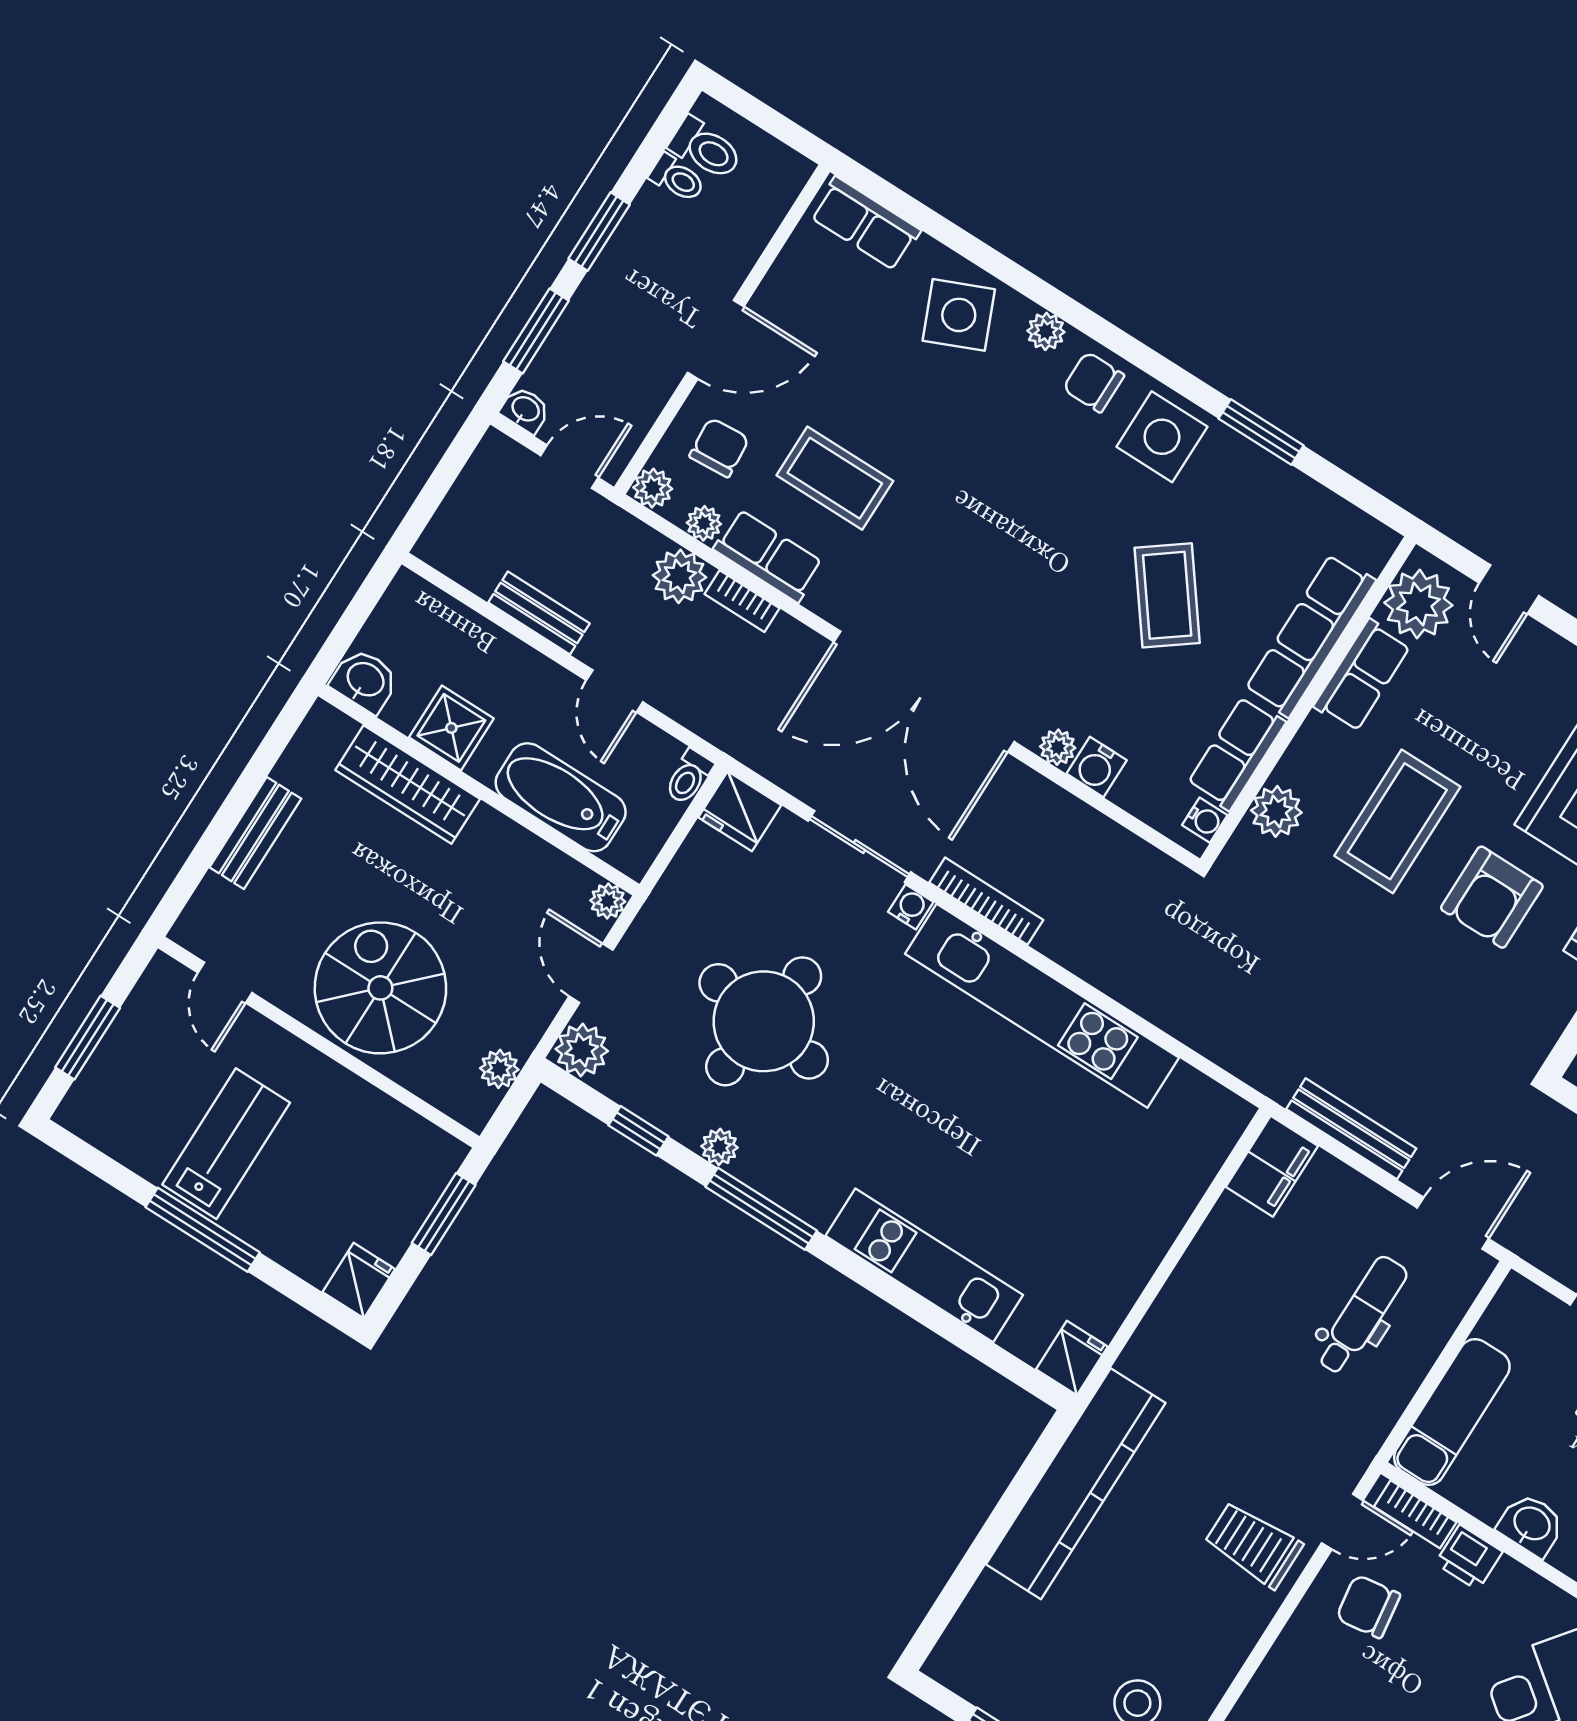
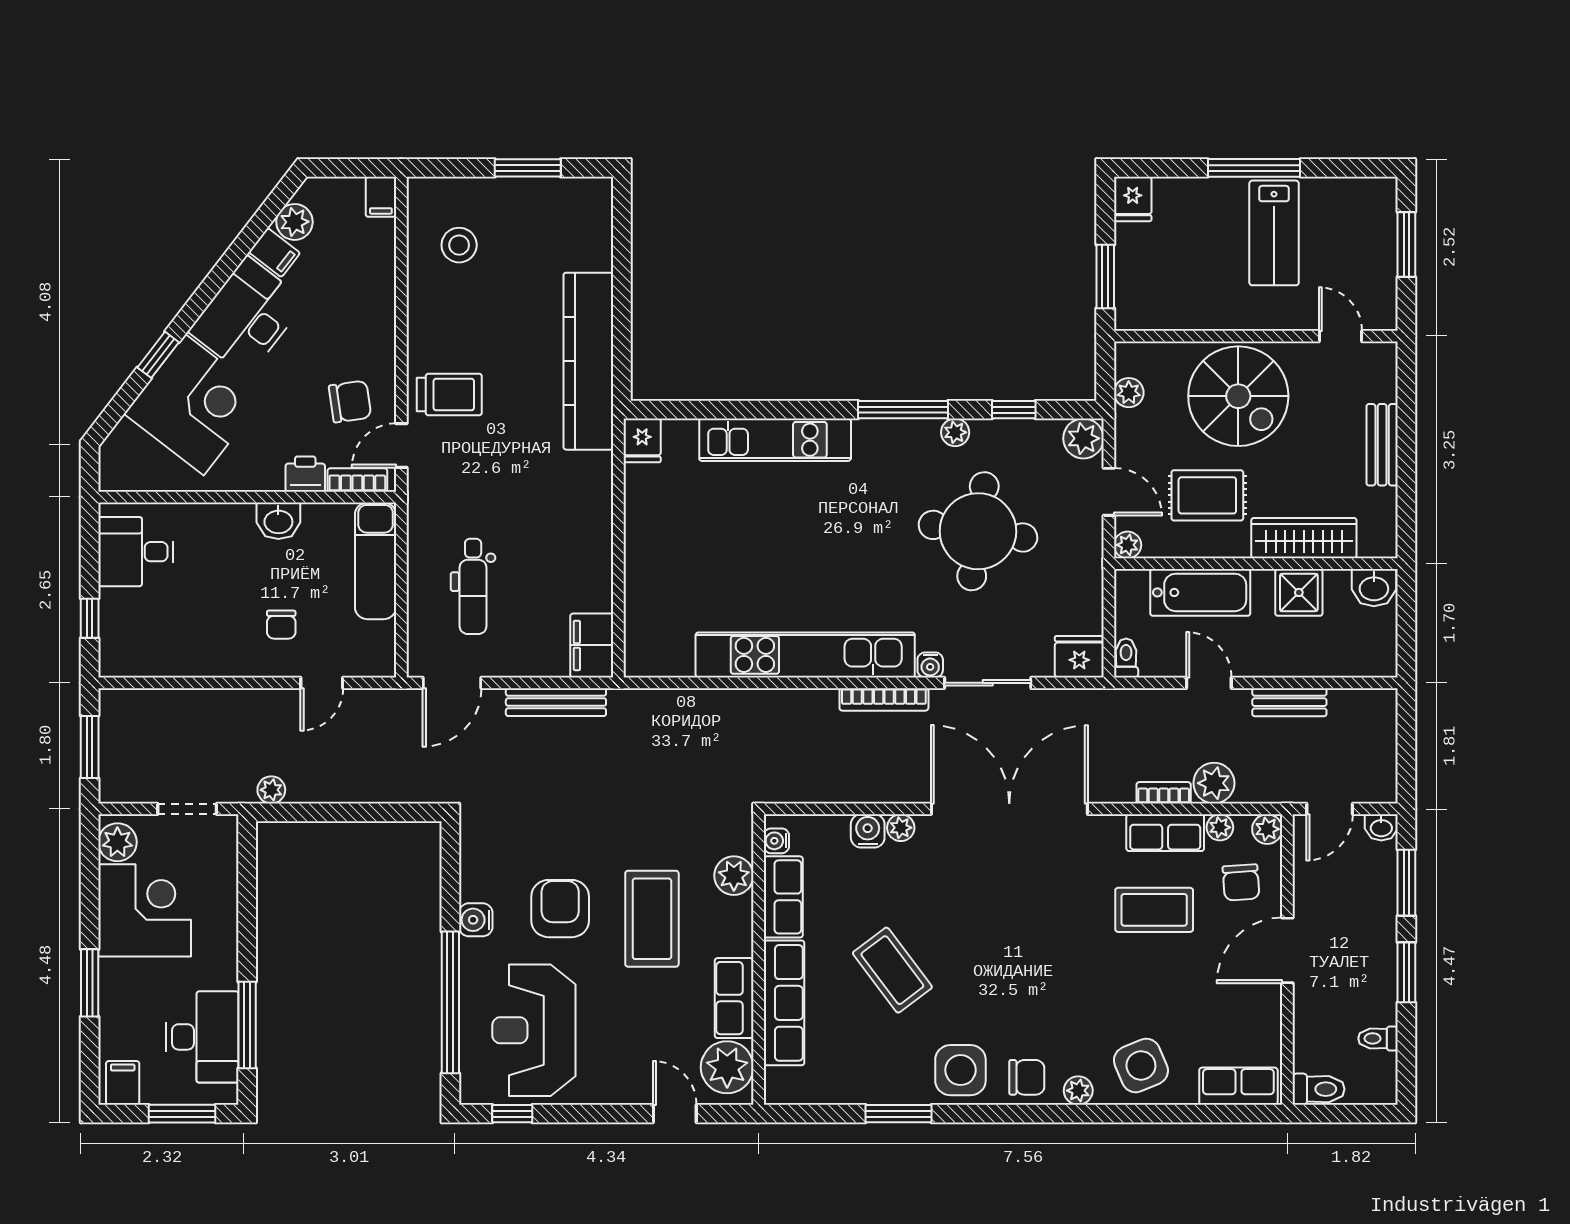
toilet: (706, 149) -> (1319, 1089), moved, turned 180
rug: (484, 900) -> (1207, 495), added

